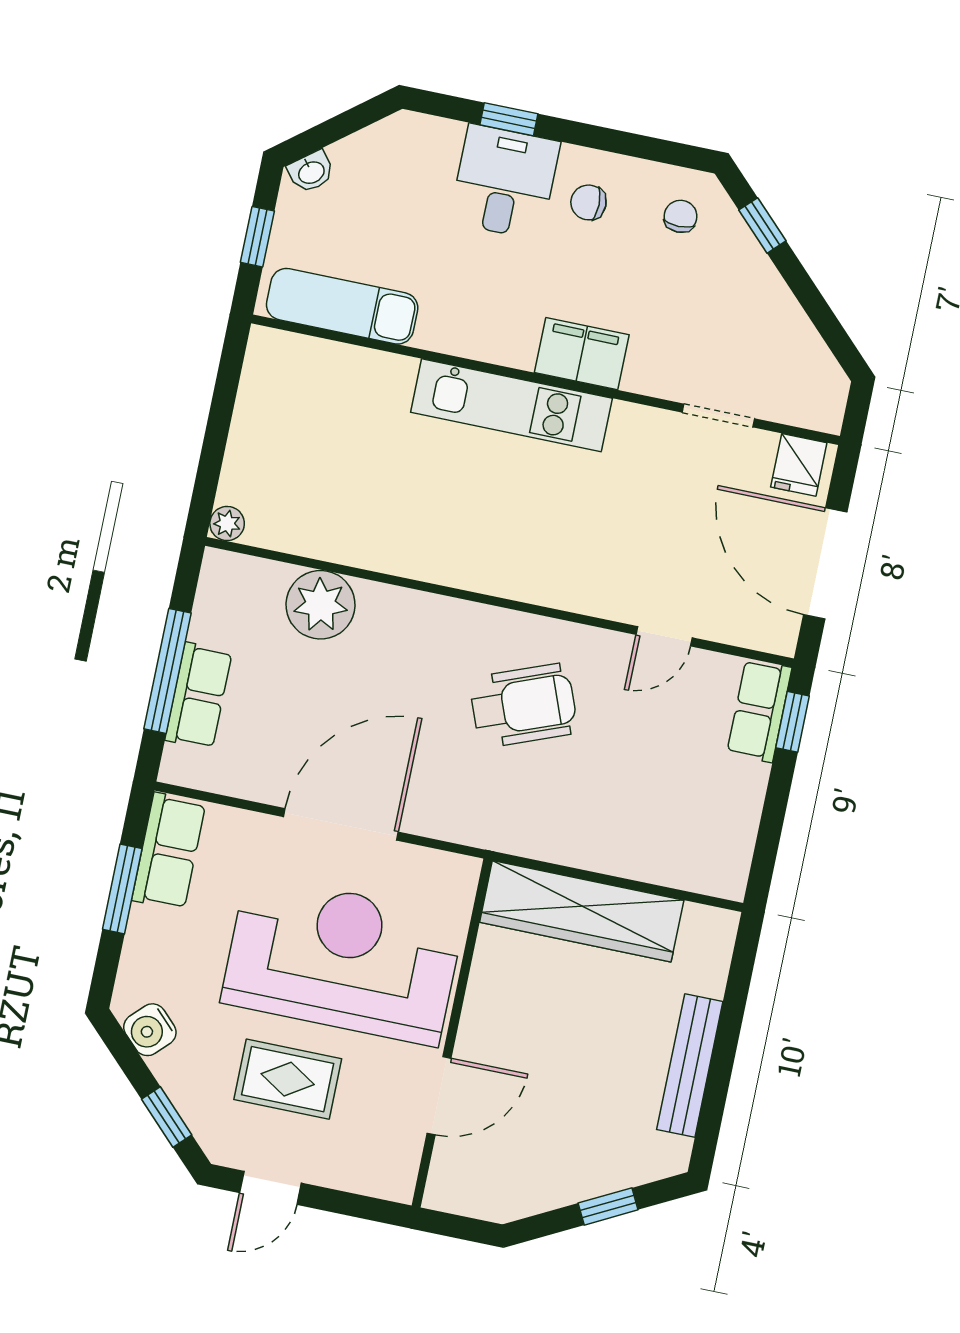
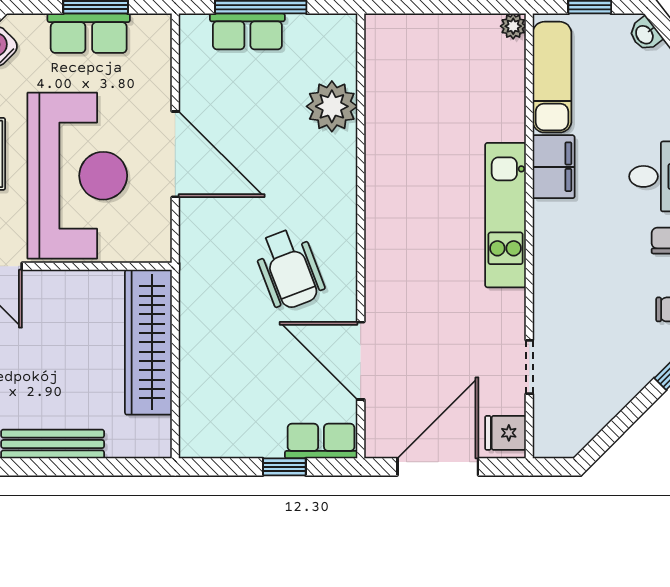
filing cabinet: (582, 354) -> (554, 167), moved
plant: (227, 524) -> (513, 26), moved
door: (664, 636) -> (361, 361), width x1.87
window: (792, 722) -> (284, 467), moved
row of seats: (169, 851) -> (89, 33), moved

